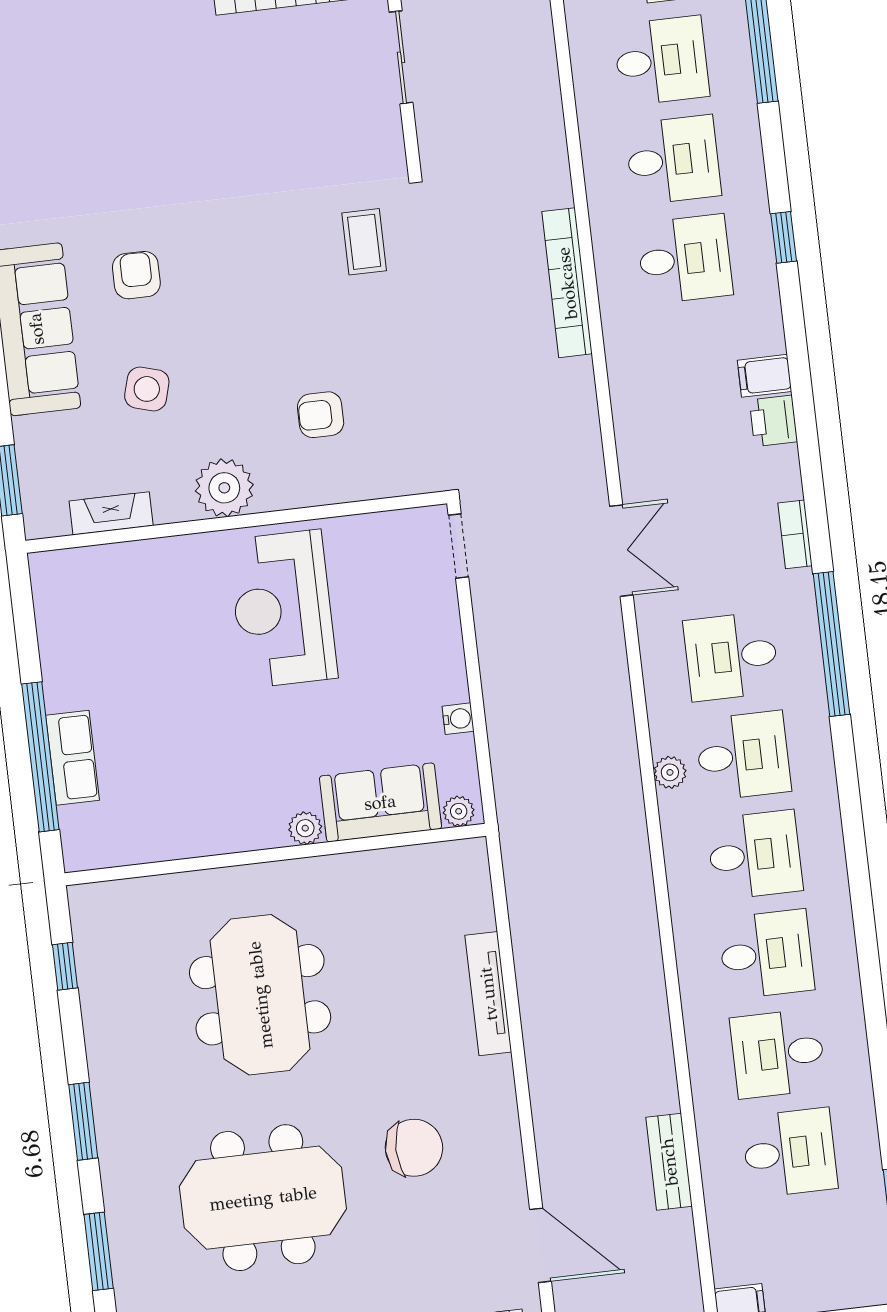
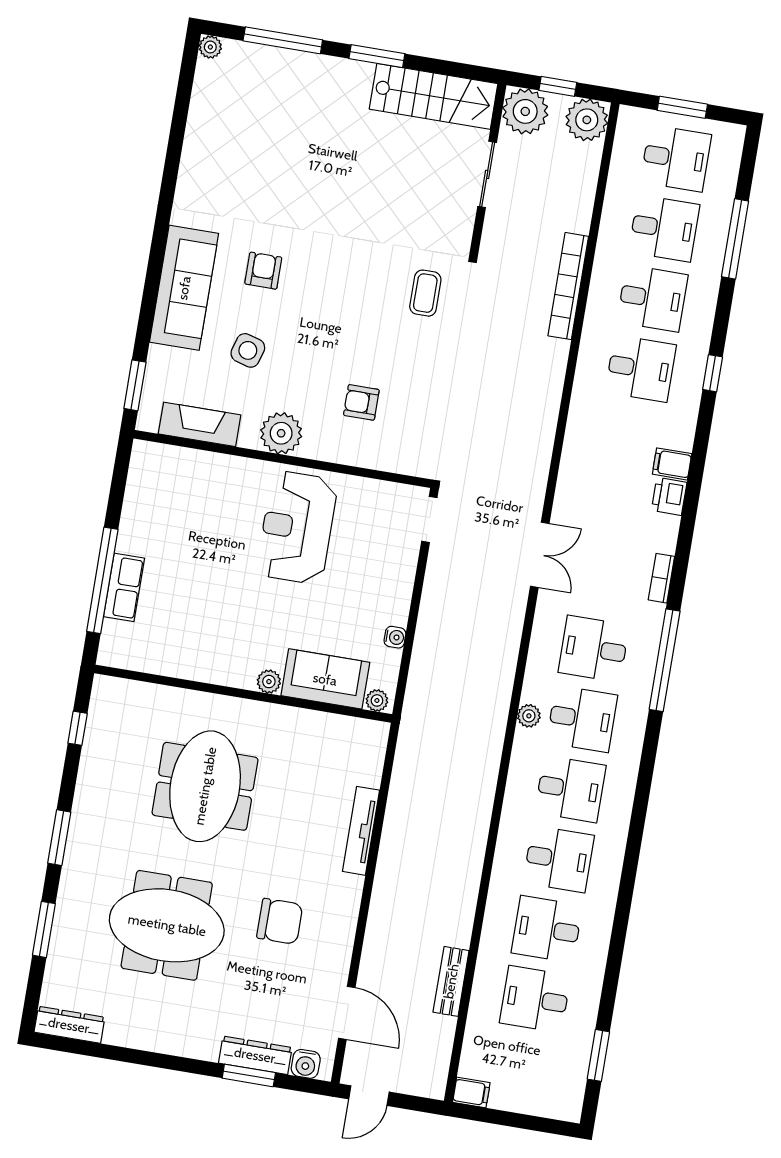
bookcase: (567, 283) -> (568, 286), moved
fireplace: (111, 513) -> (200, 424), width x1.37, depth x1.32
desk: (790, 1153) -> (535, 999), turned 180

